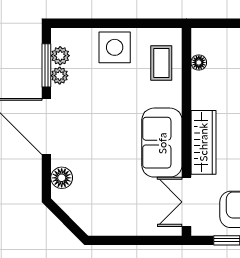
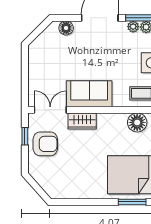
floor lamp: (199, 62) -> (137, 122), width x1.89, depth x1.89
wardrobe: (203, 142) -> (82, 121), width x0.67

